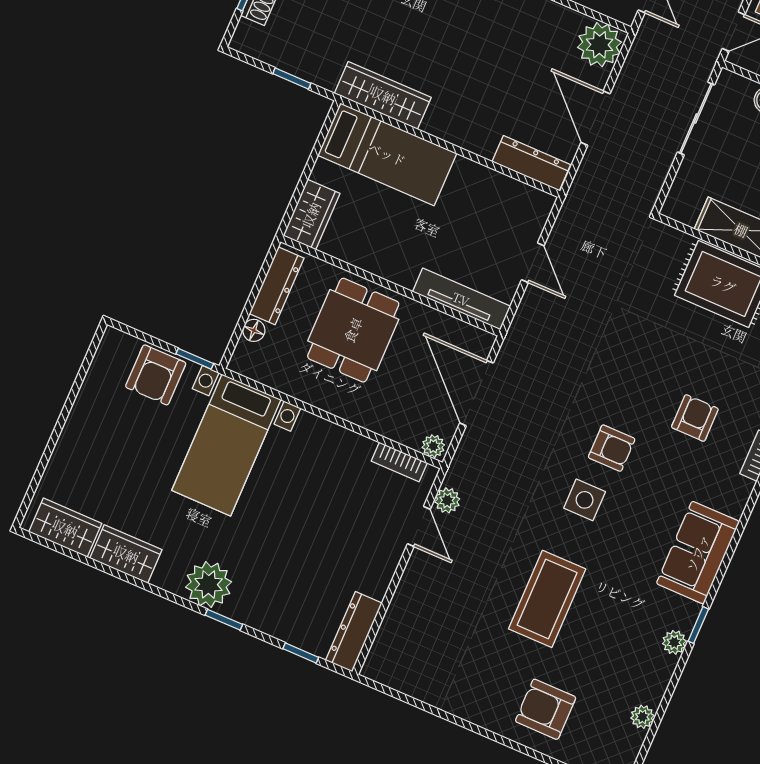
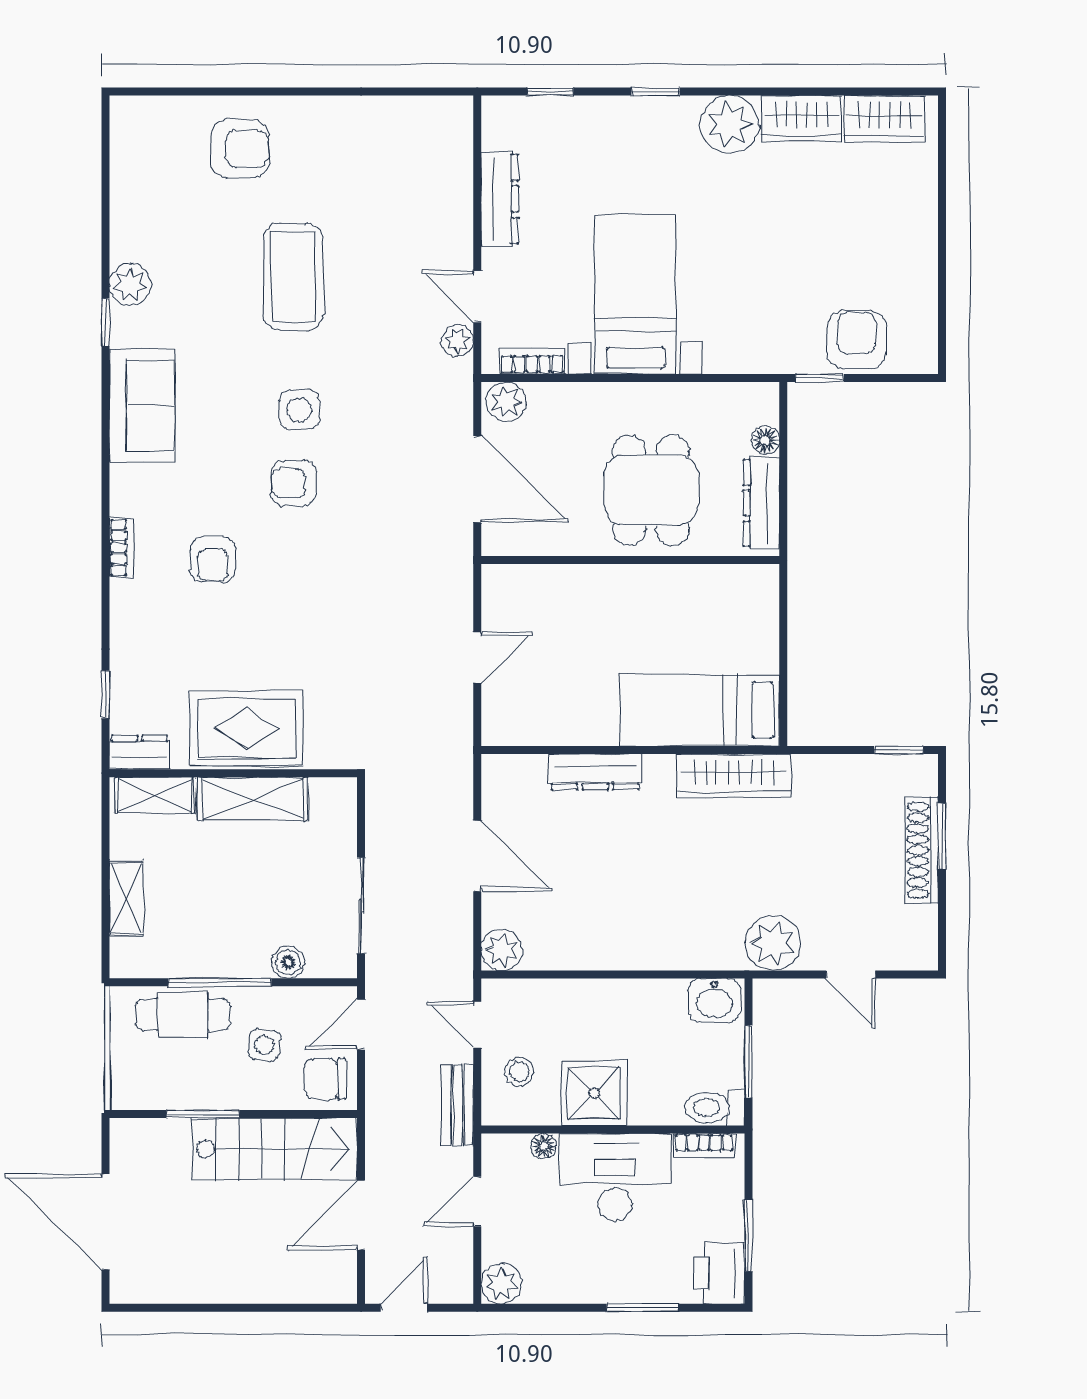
plant: (599, 45) -> (502, 950), width x0.73, depth x0.73
window: (292, 79) -> (899, 750), moved
dresser: (531, 163) -> (595, 772), moved
wardrobe: (311, 215) -> (757, 603), removed
door: (533, 263) -> (477, 658), swing flipped
tv unit: (461, 299) -> (542, 580), removed
bed with nightstands: (226, 445) -> (635, 294), moved
plant: (433, 446) -> (506, 402), width x1.38, depth x1.38
plant: (209, 584) -> (729, 125), moved
dresser: (354, 632) -> (500, 199), moved
plant: (674, 642) -> (130, 285), width x1.38, depth x1.38
plant: (642, 717) -> (124, 188), removed

